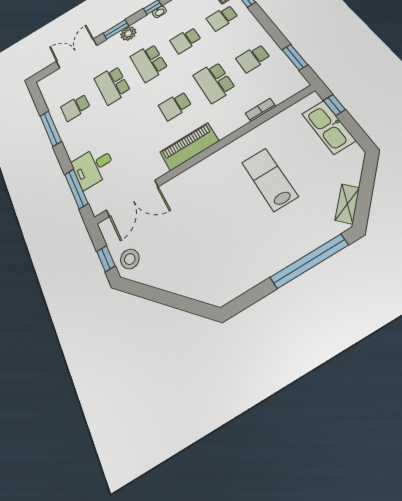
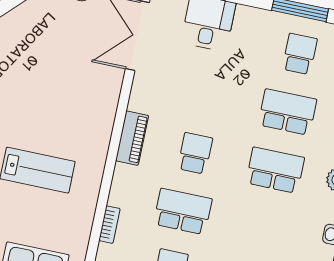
school desk: (186, 40) -> (263, 228), removed
piano: (189, 147) -> (132, 138), width x0.73, depth x0.75

